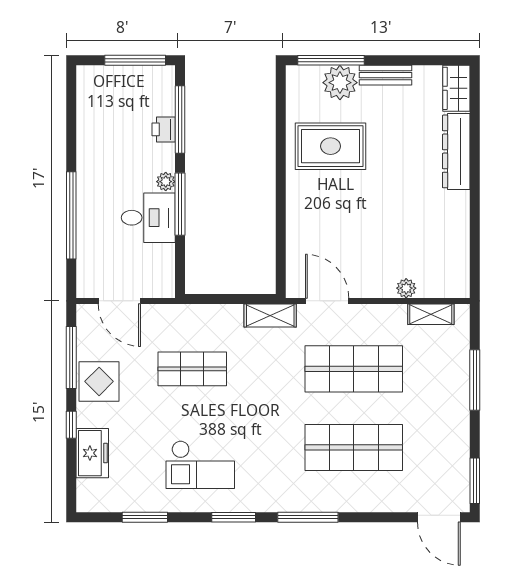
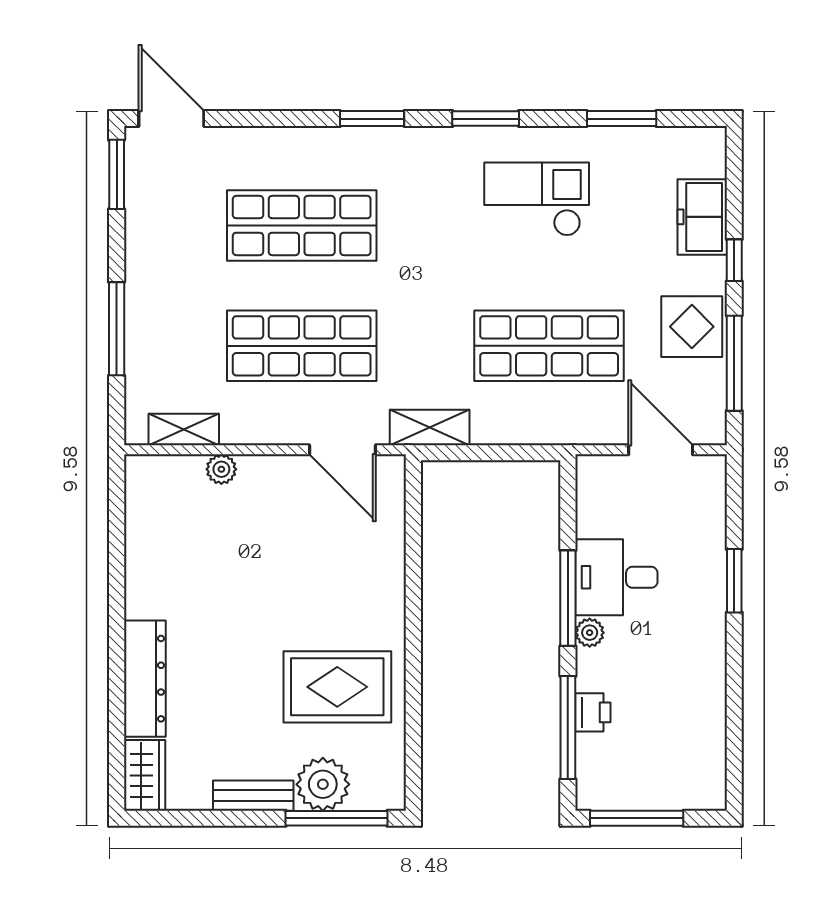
window: (71, 215) -> (734, 581), width x0.47
shop shelf: (192, 369) -> (549, 346), width x1.43, depth x1.36
window: (308, 517) -> (372, 119), width x0.69

